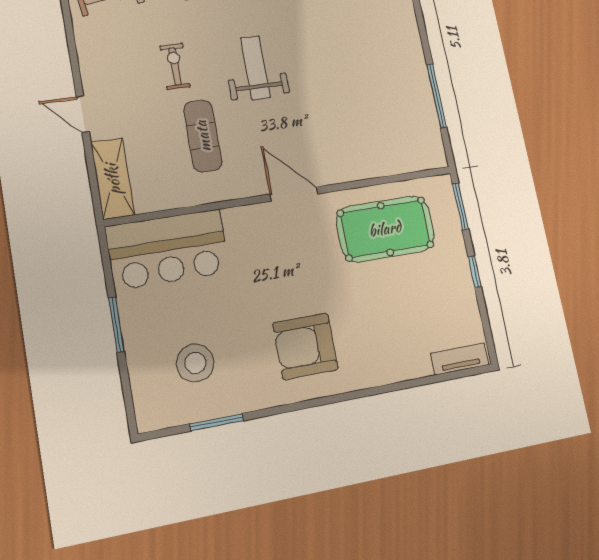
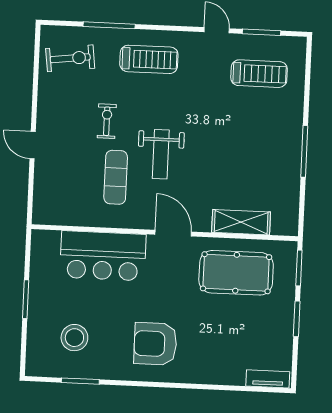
weight bench: (255, 68) -> (161, 154), moved, turned 180
window: (436, 96) -> (304, 151), moved
shelving: (113, 179) -> (241, 222), moved, turned 90
bar counter: (168, 249) -> (103, 256), moved
window: (475, 272) -> (297, 319), width x1.50

